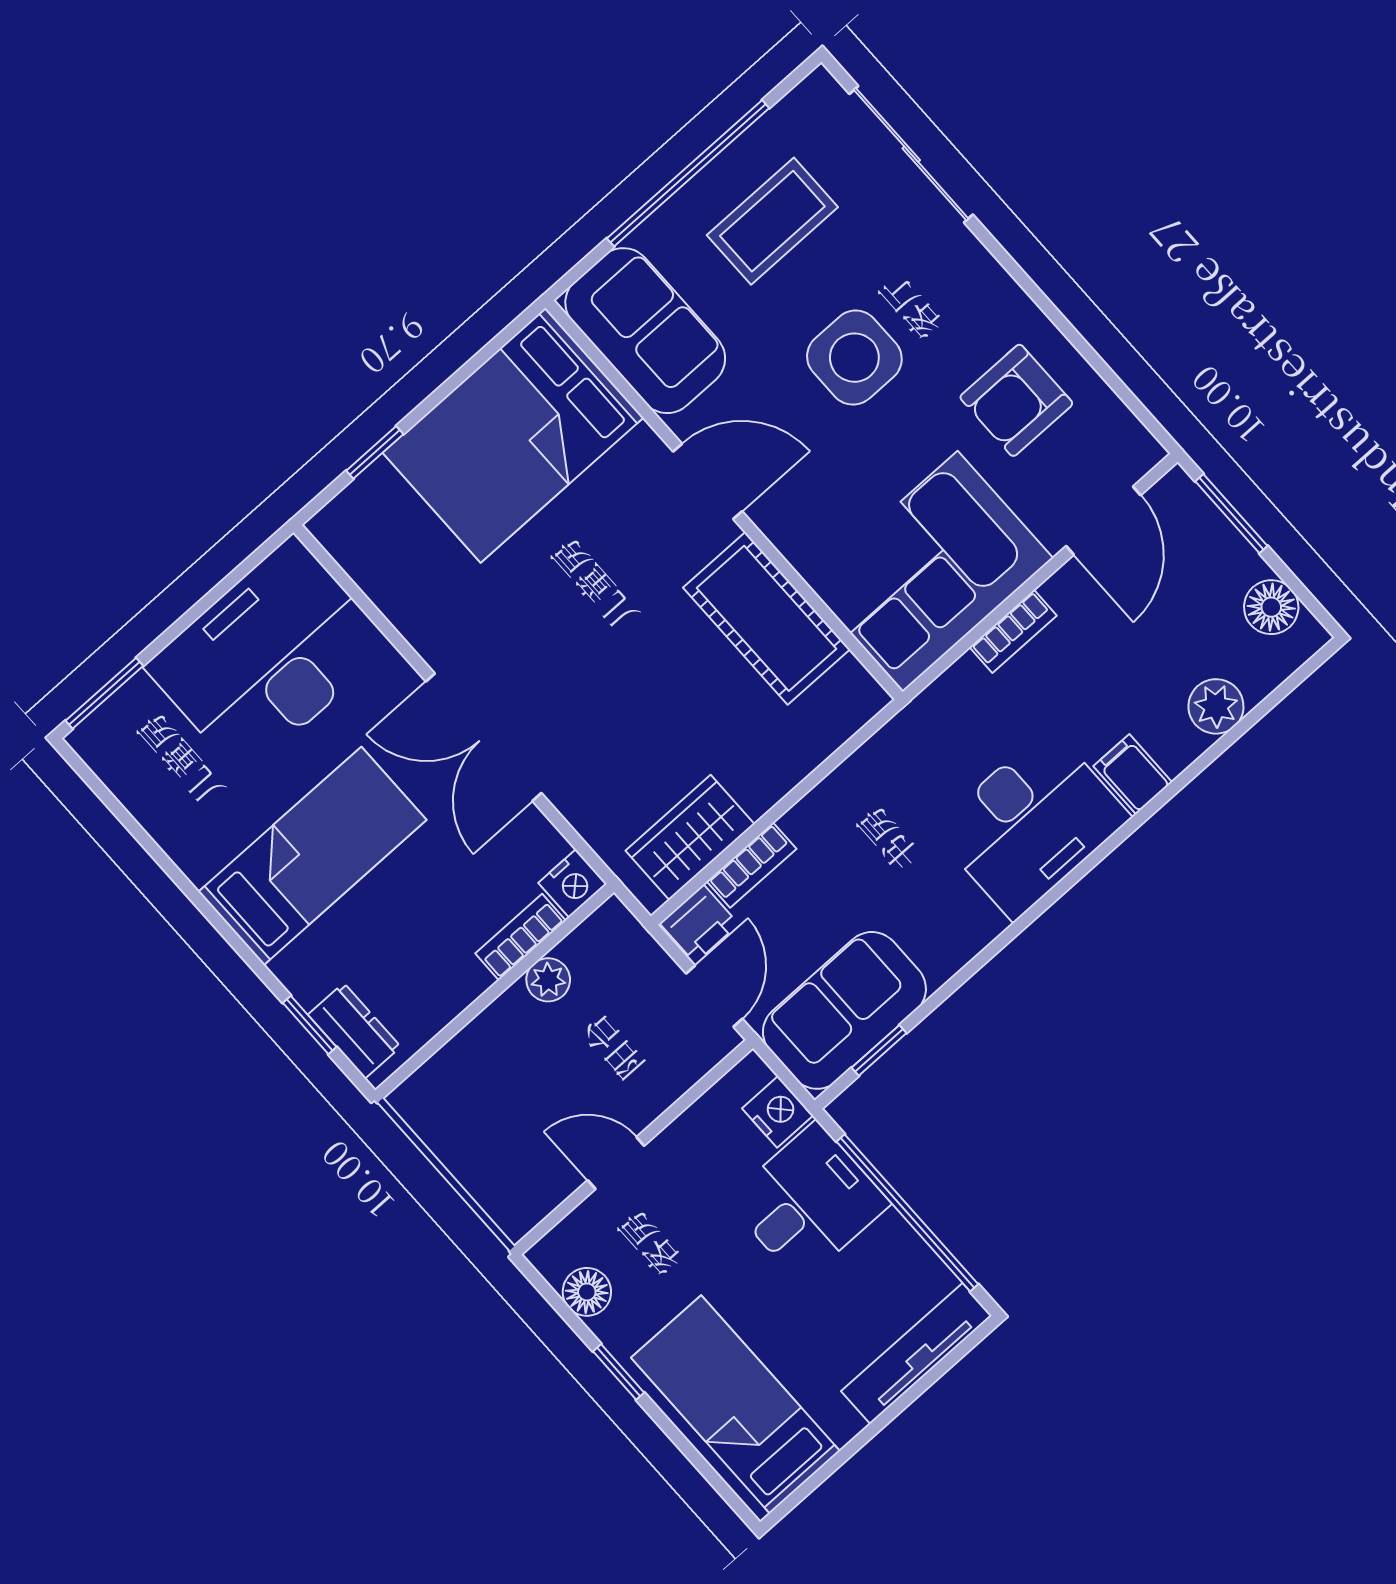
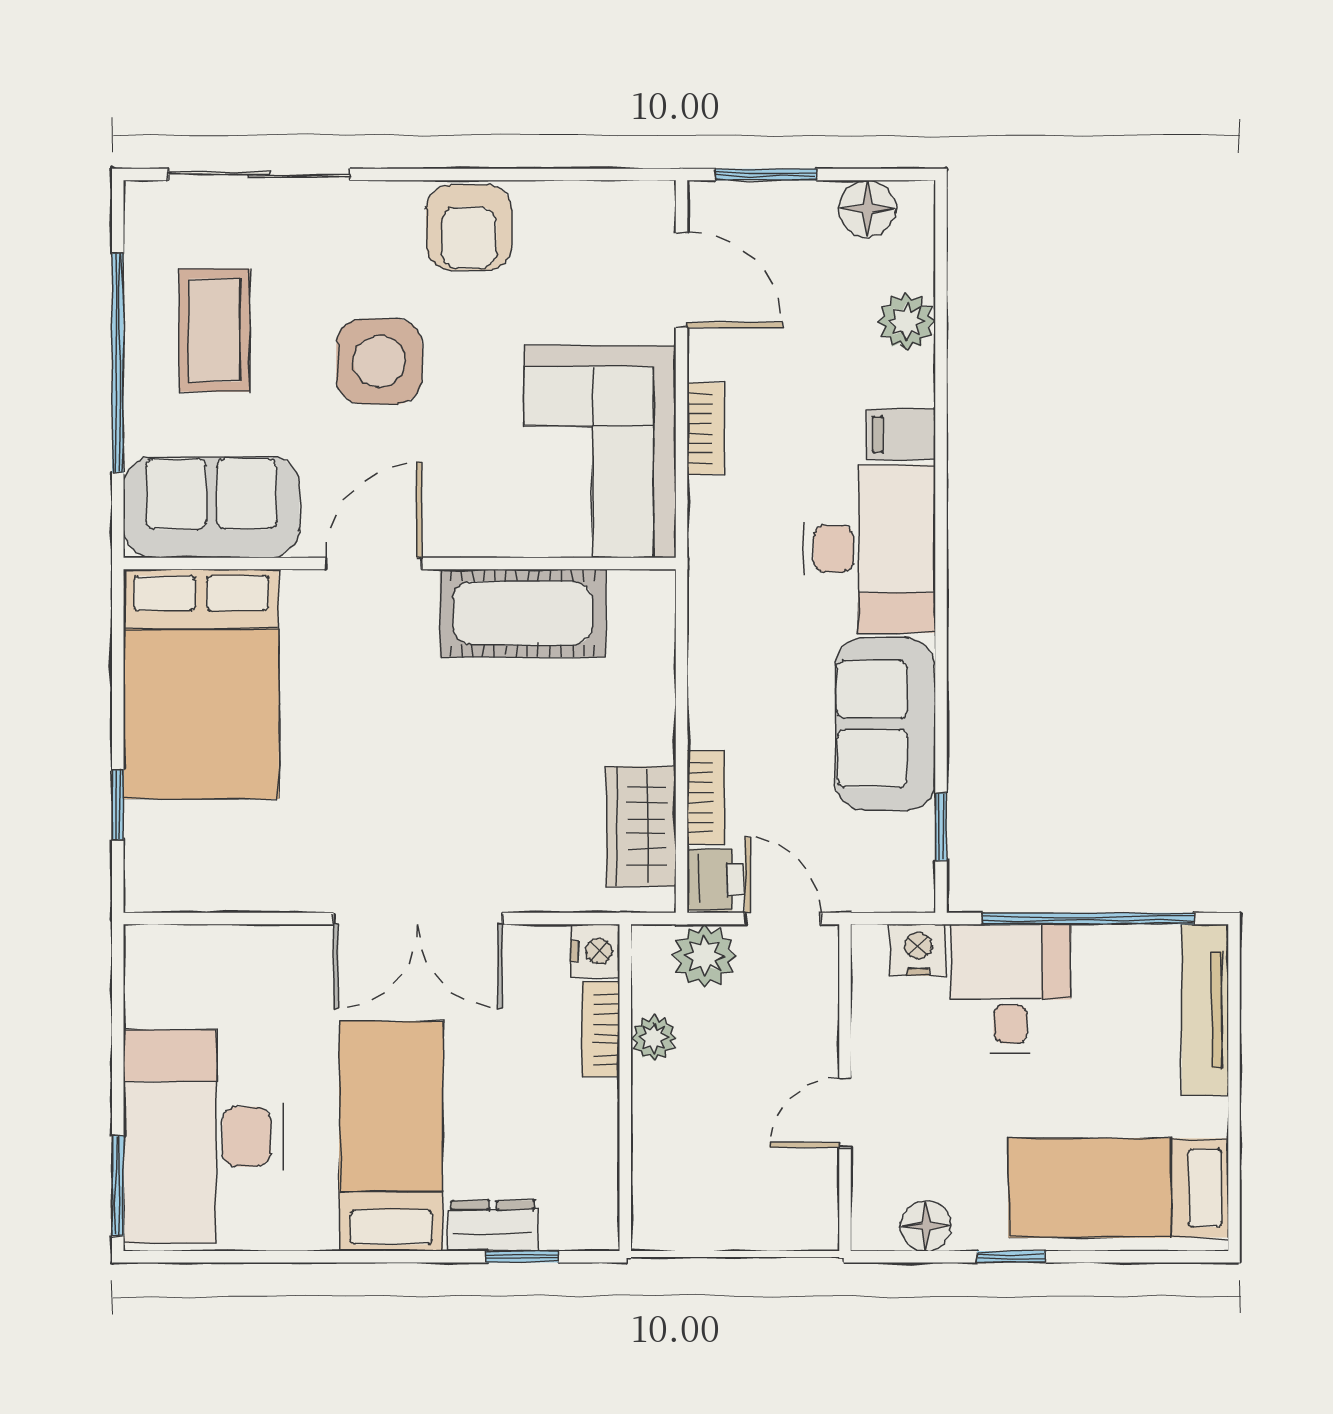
armchair: (1016, 400) -> (469, 227), moved
desk: (268, 656) -> (203, 1137), moved
plant: (638, 964) -> (704, 956), added
sofa: (844, 1010) -> (885, 724), moved
dresser: (354, 1031) -> (493, 1226), moved

